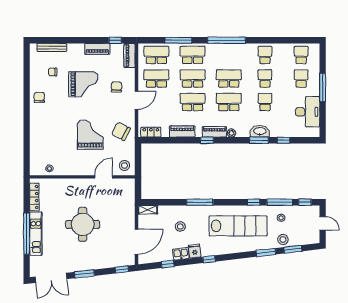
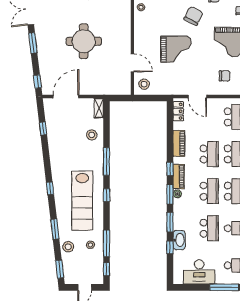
door: (136, 100) -> (197, 96), moved
school desk: (265, 102) -> (209, 228), width x1.85
chair: (121, 131) -> (193, 16), moved
washbasin: (260, 131) -> (179, 240), moved
window: (232, 140) -> (170, 194), added
window: (254, 202) -> (106, 195), moved
stool: (180, 227) -> (92, 135), moved
door: (136, 242) -> (66, 96), swing flipped
window: (293, 249) -> (60, 269), moved
fridge: (195, 251) -> (56, 156), removed
kitchen sink: (181, 254) -> (54, 142), removed
window: (209, 259) -> (50, 188), moved

